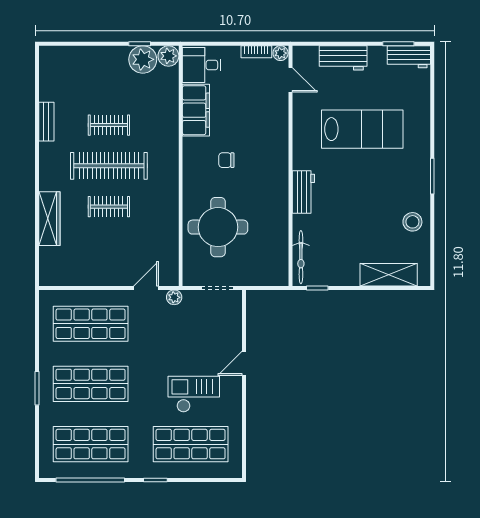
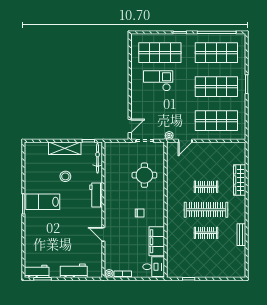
plant: (168, 56) -> (172, 272), removed
plant: (143, 59) -> (187, 270), removed
door: (291, 80) -> (103, 234), moved
lab bench: (362, 129) -> (43, 202), moved, width x0.73, depth x0.72
stool: (412, 222) -> (65, 176), moved
round table: (218, 227) -> (144, 175), width x0.73, depth x0.73
shelving: (389, 275) -> (65, 148), moved
door: (244, 363) -> (130, 126), moved
checkout: (194, 394) -> (158, 81), turned 180

